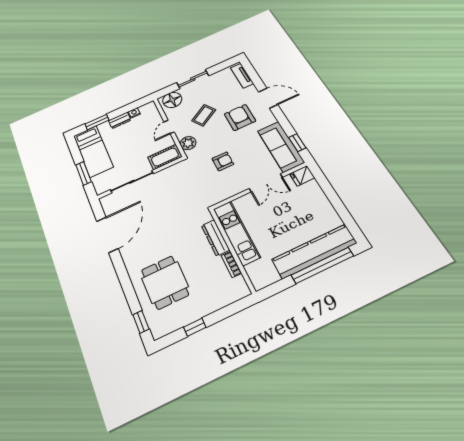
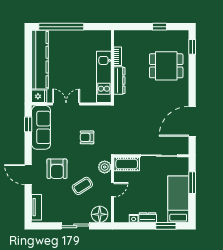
kitchen counter: (314, 251) -> (40, 60), moved, turned -90
dining table: (165, 282) -> (166, 66), turned 90

